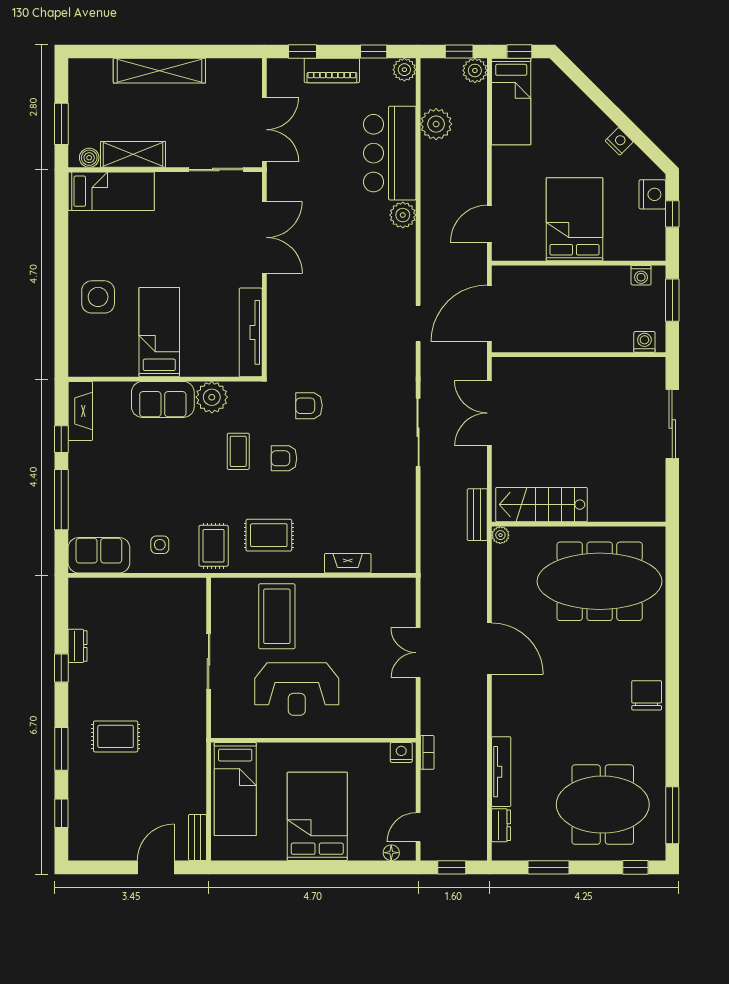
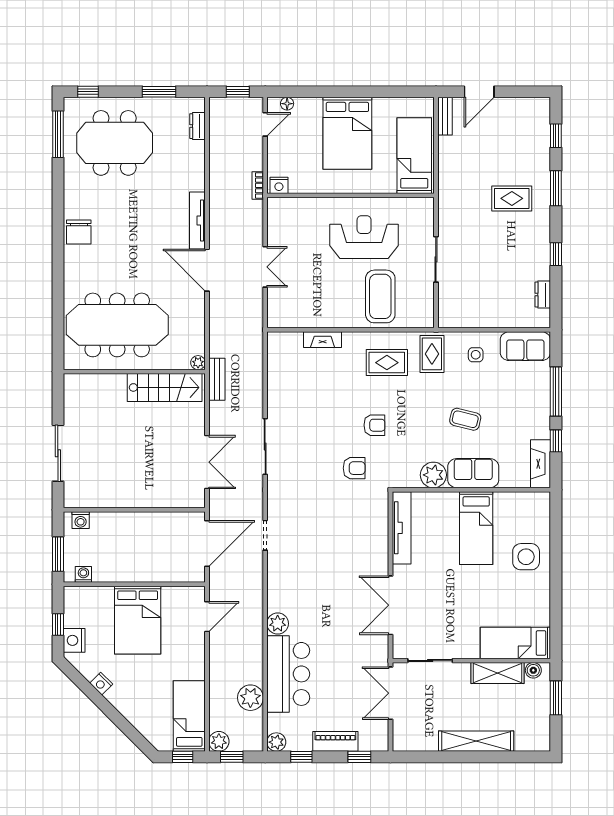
coffee table: (238, 451) -> (465, 419), moved, turned -76
dresser: (78, 646) -> (543, 295), moved
tv unit: (501, 772) -> (197, 220), moved

